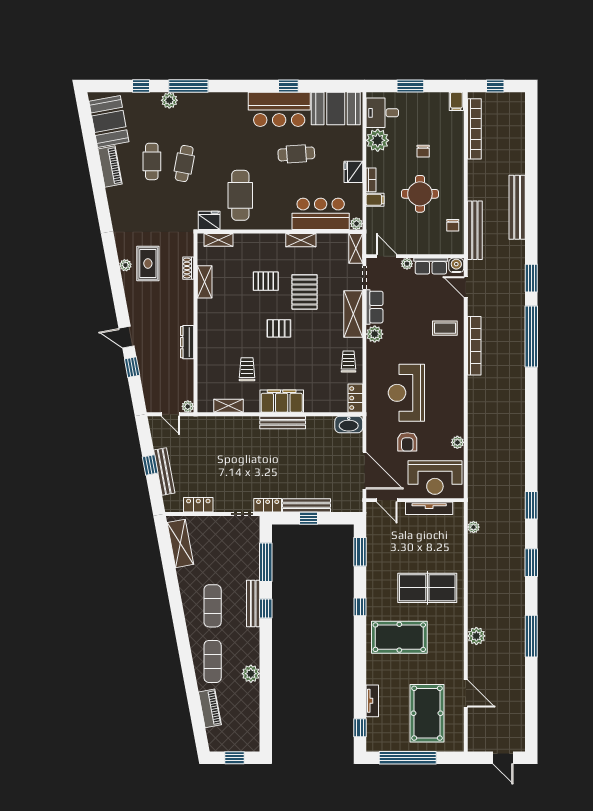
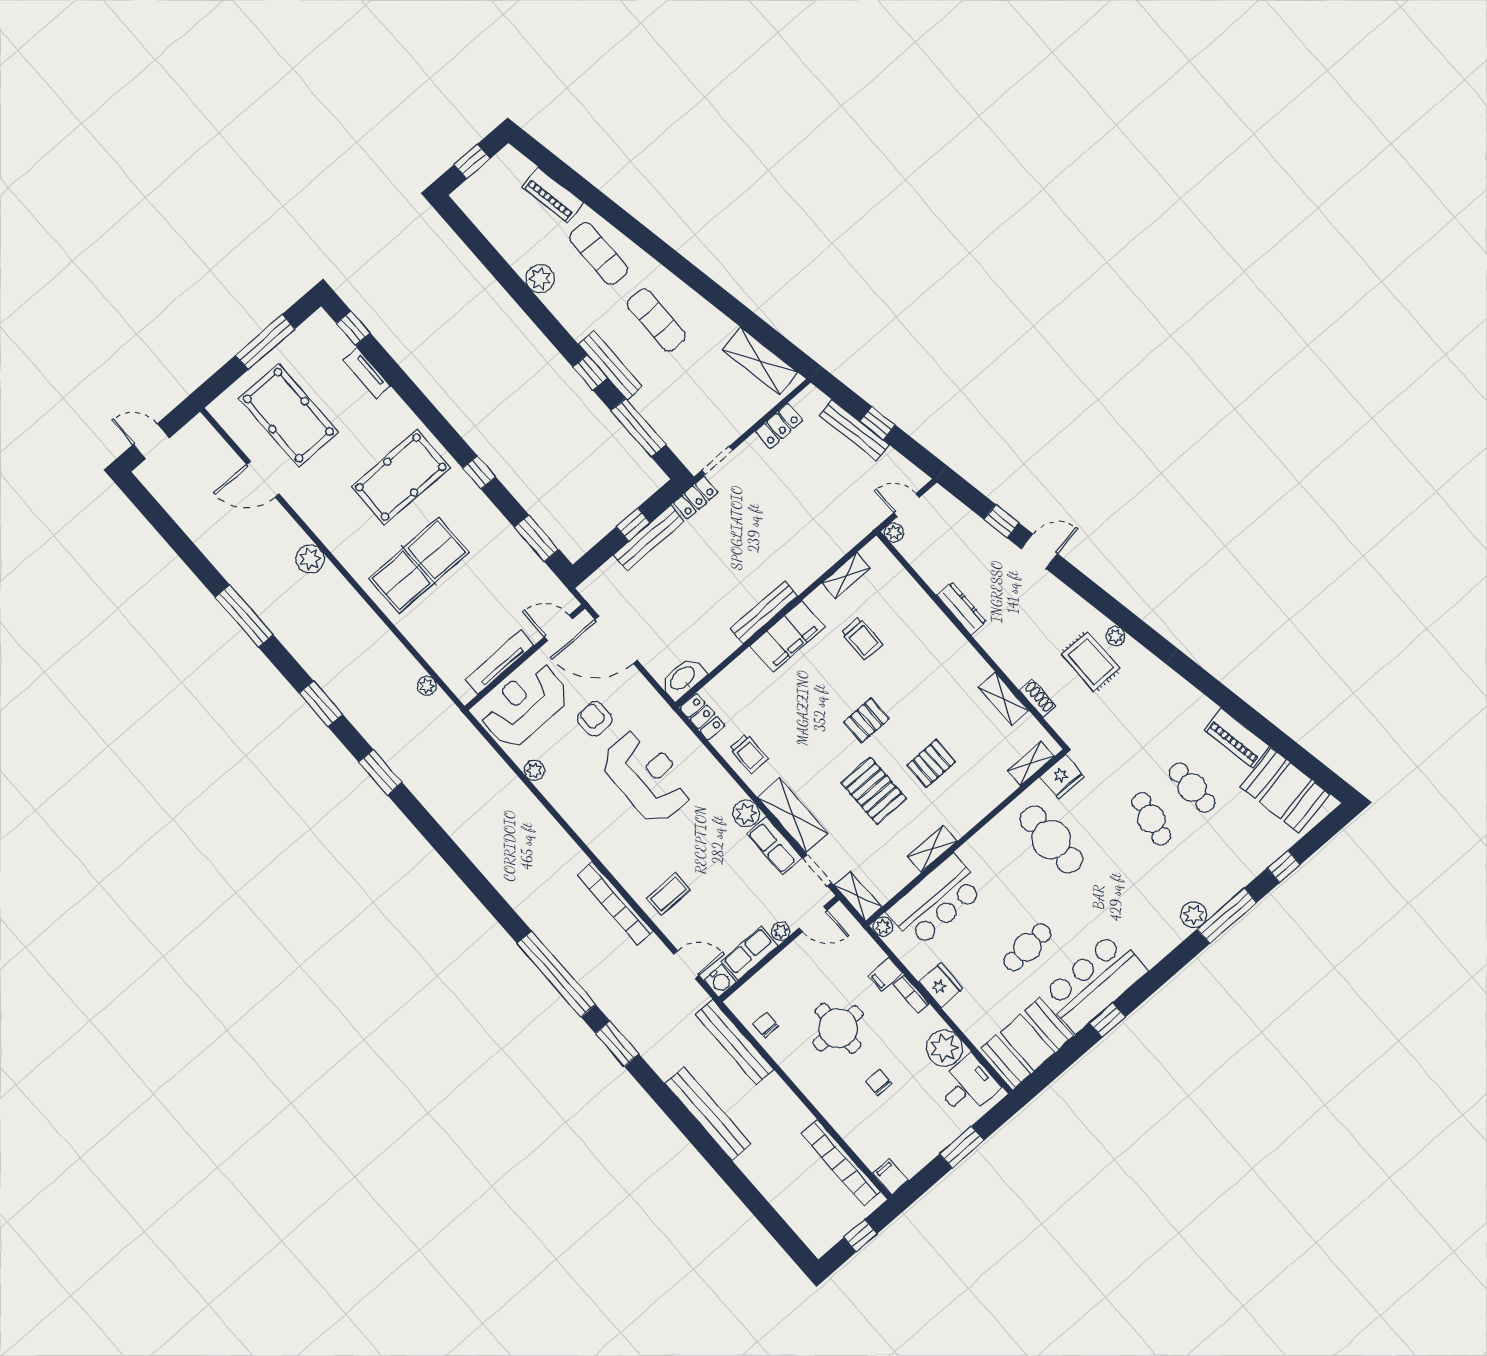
plant: (169, 100) -> (1194, 915), moved
window: (408, 758) -> (265, 342), width x0.68

